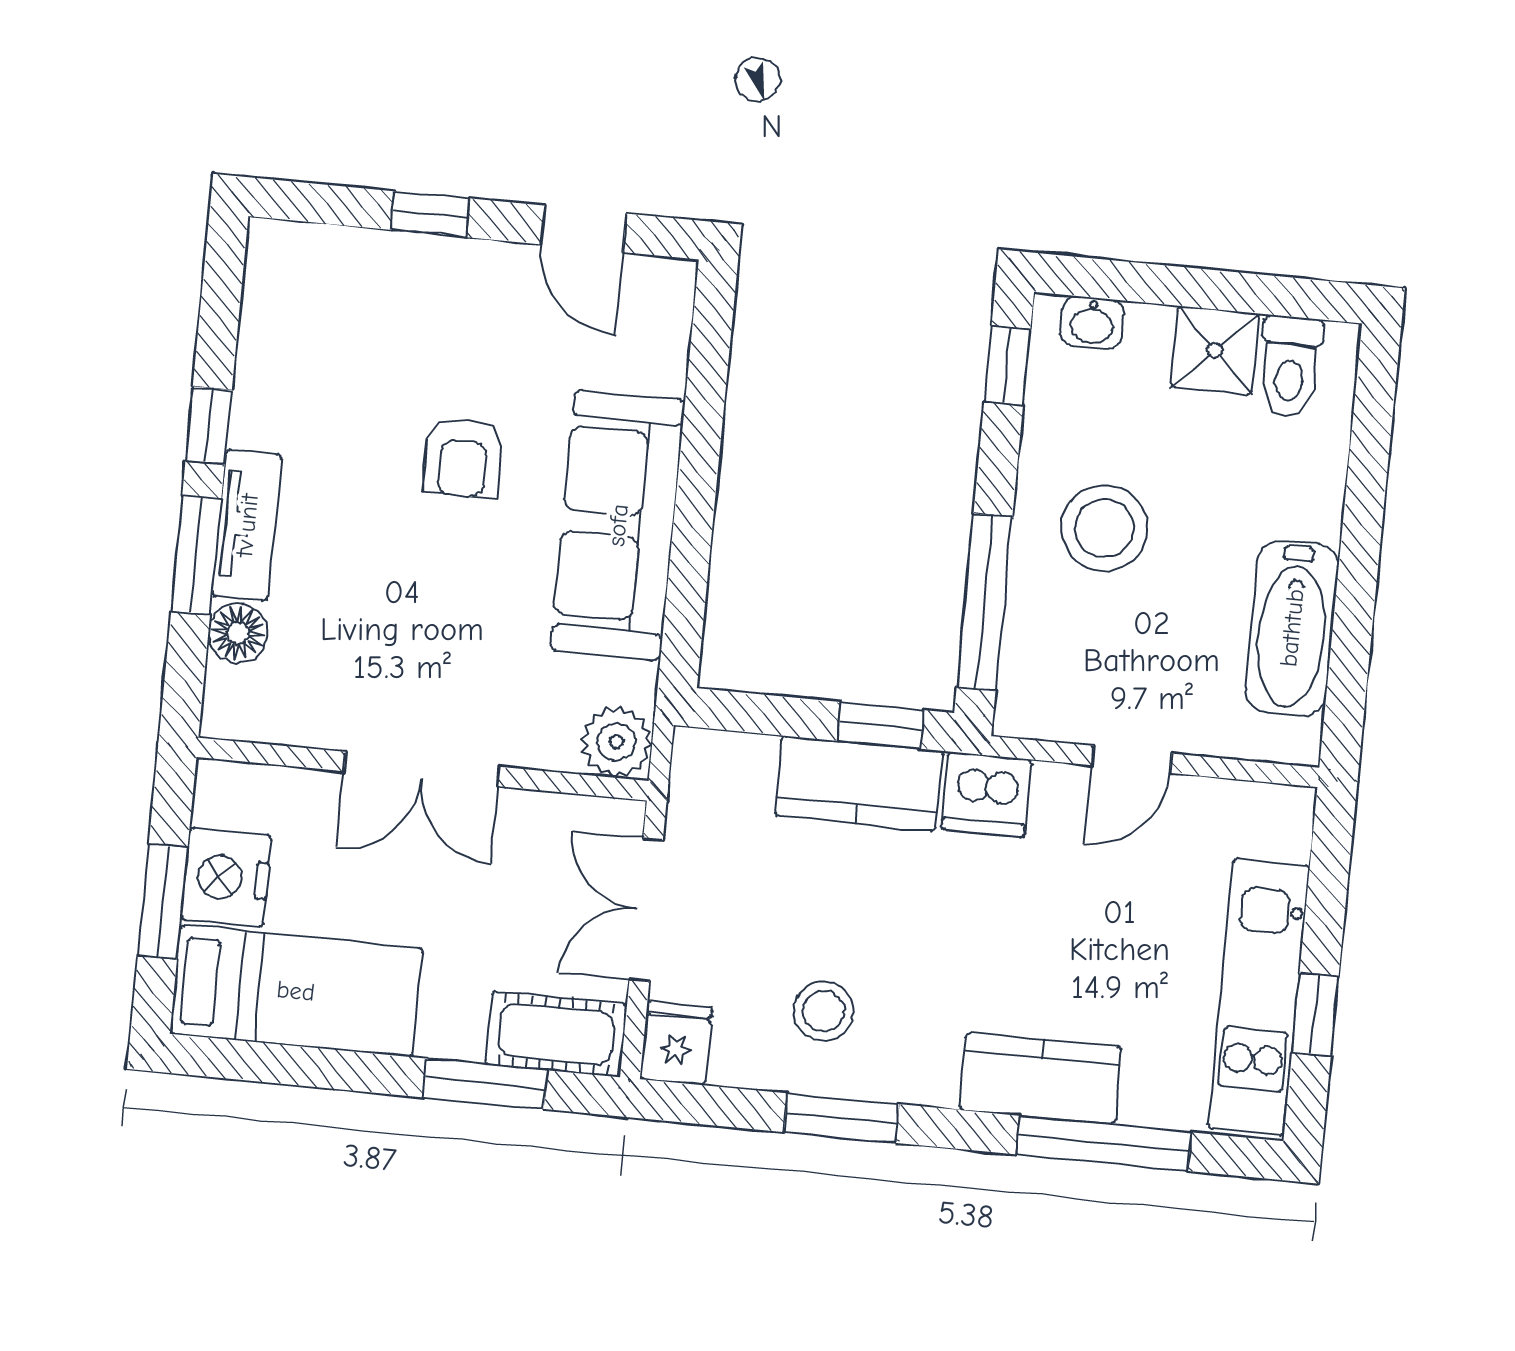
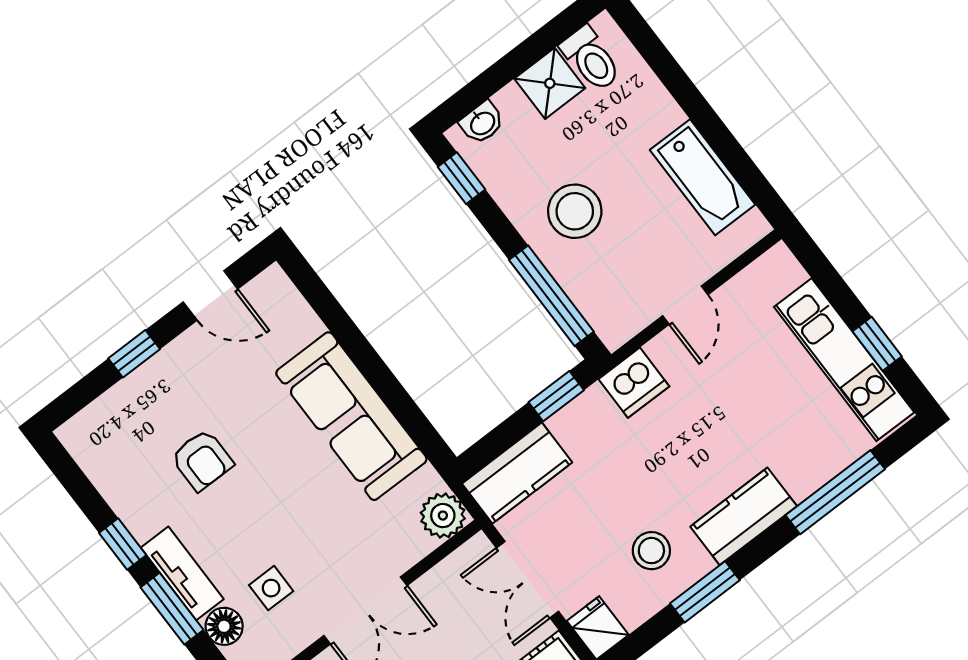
armchair: (463, 458) -> (202, 460), moved
side table: (335, 639) -> (271, 588), added
kitchen counter: (859, 783) -> (517, 473), moved
kitchen counter: (1040, 1079) -> (744, 516), moved

